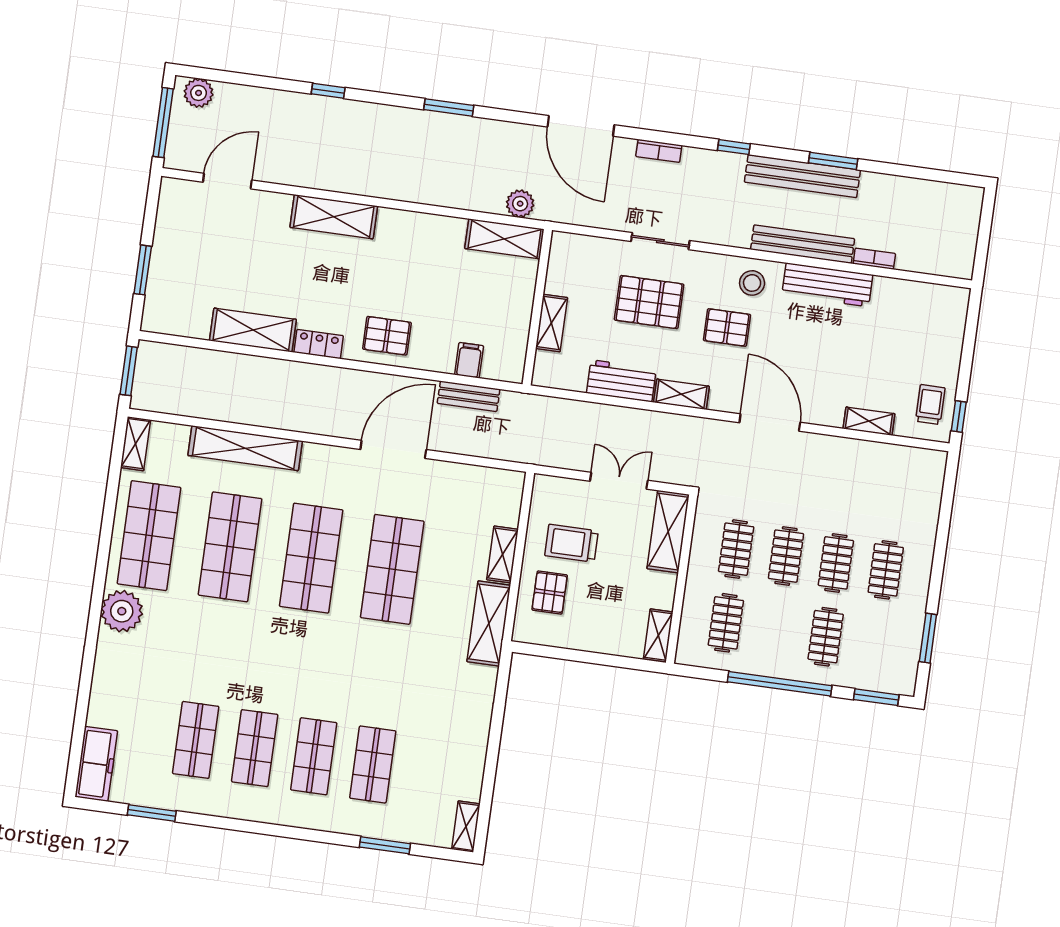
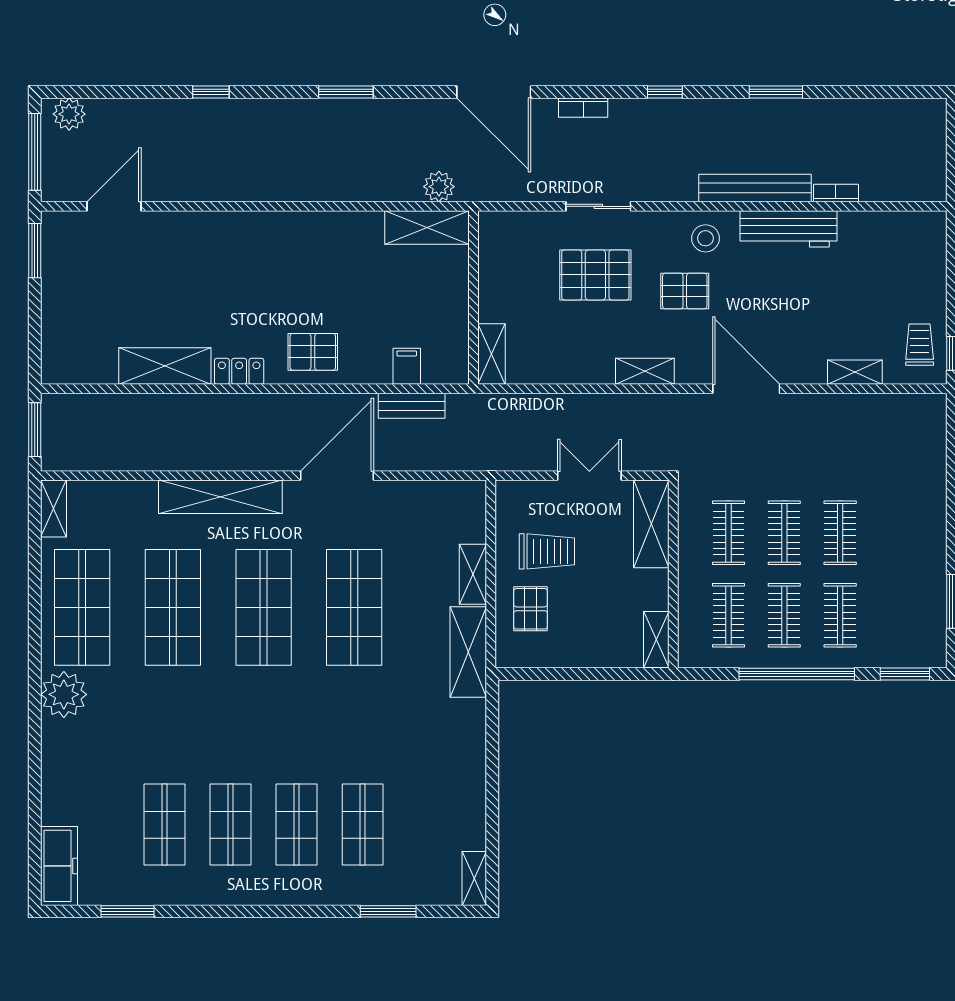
bench: (802, 176) -> (744, 113), removed
shelving: (334, 217) -> (236, 229), removed
window: (143, 270) -> (35, 251), moved
shelving: (551, 323) -> (491, 354), moved
workbench: (621, 381) -> (577, 366), removed
shelving: (245, 448) -> (220, 497), moved
trolley: (571, 543) -> (547, 551), turned 180
clothes rail: (886, 570) -> (784, 615), moved

